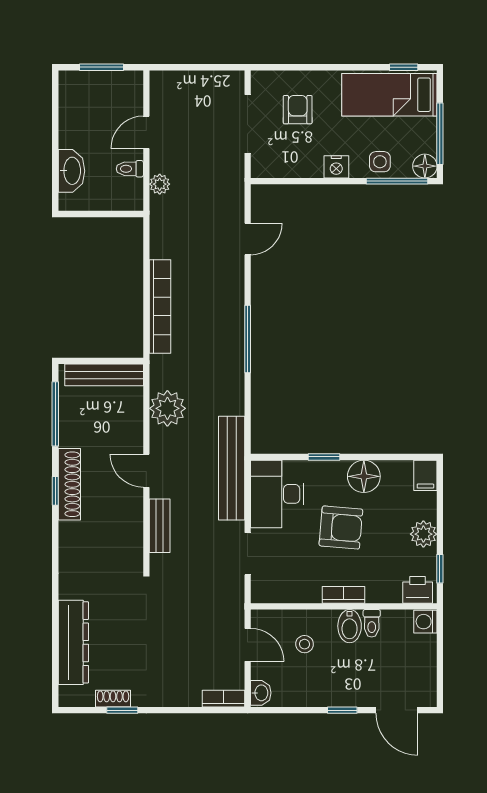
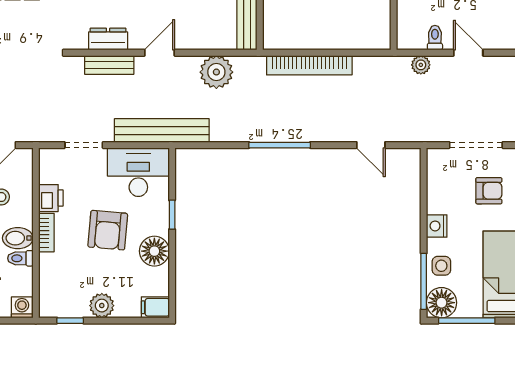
floor lamp: (425, 166) -> (442, 303), width x1.38, depth x1.38
dresser: (131, 527) -> (108, 39), added
printer: (418, 590) -> (51, 198), moved

